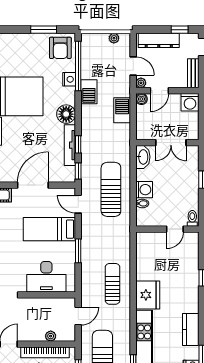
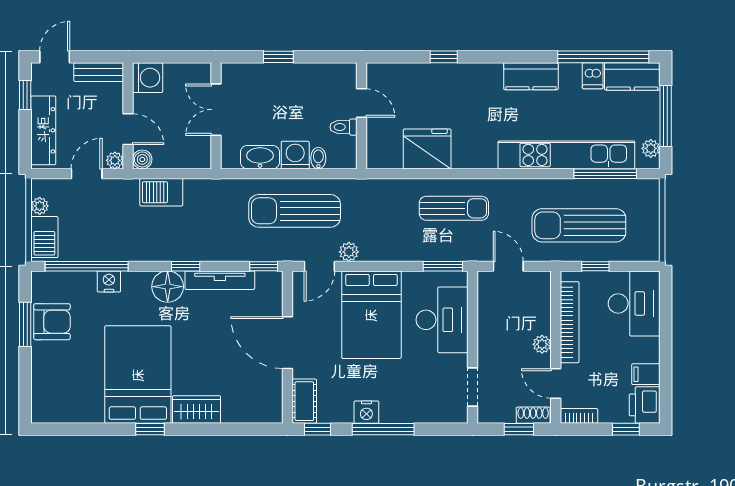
armchair: (60, 48) -> (52, 322), moved
barbecue: (89, 92) -> (44, 237), moved, turned 90
double door: (171, 143) -> (216, 110), swing flipped
window: (78, 144) -> (186, 266), moved
washbasin: (143, 157) -> (260, 157), moved
toilet: (192, 218) -> (344, 127), moved
plant: (87, 222) -> (349, 252), added
bed: (49, 229) -> (371, 315), width x1.50
window: (78, 251) -> (443, 266), moved
sun lounger: (113, 284) -> (454, 208), turned 180
fridge: (148, 295) -> (427, 149), moved
plant: (51, 336) -> (542, 344), moved

